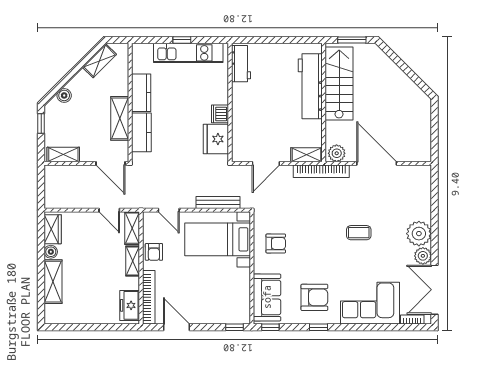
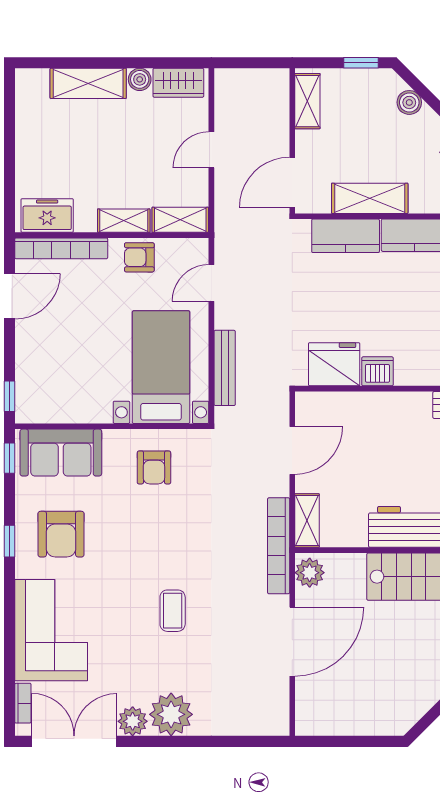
door: (266, 163) -> (292, 450), swing flipped
door: (109, 210) -> (211, 150), moved

